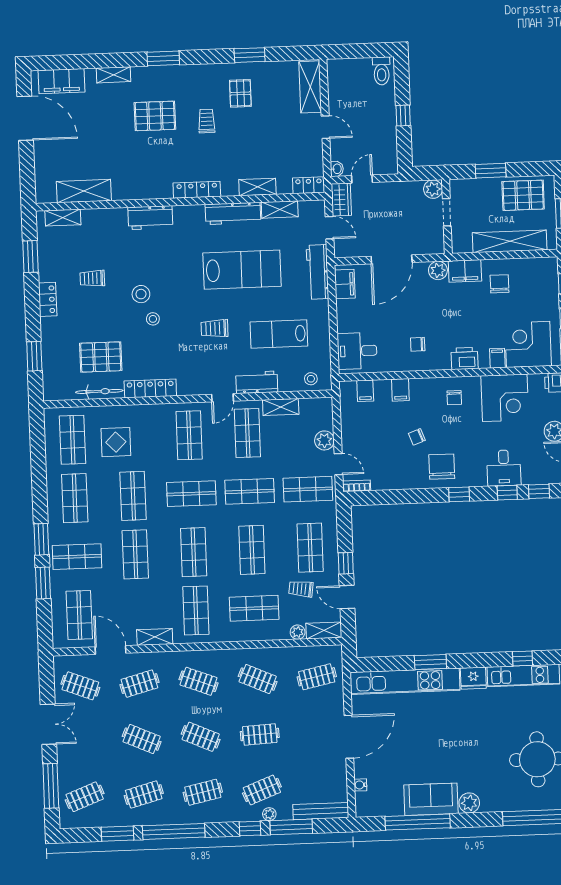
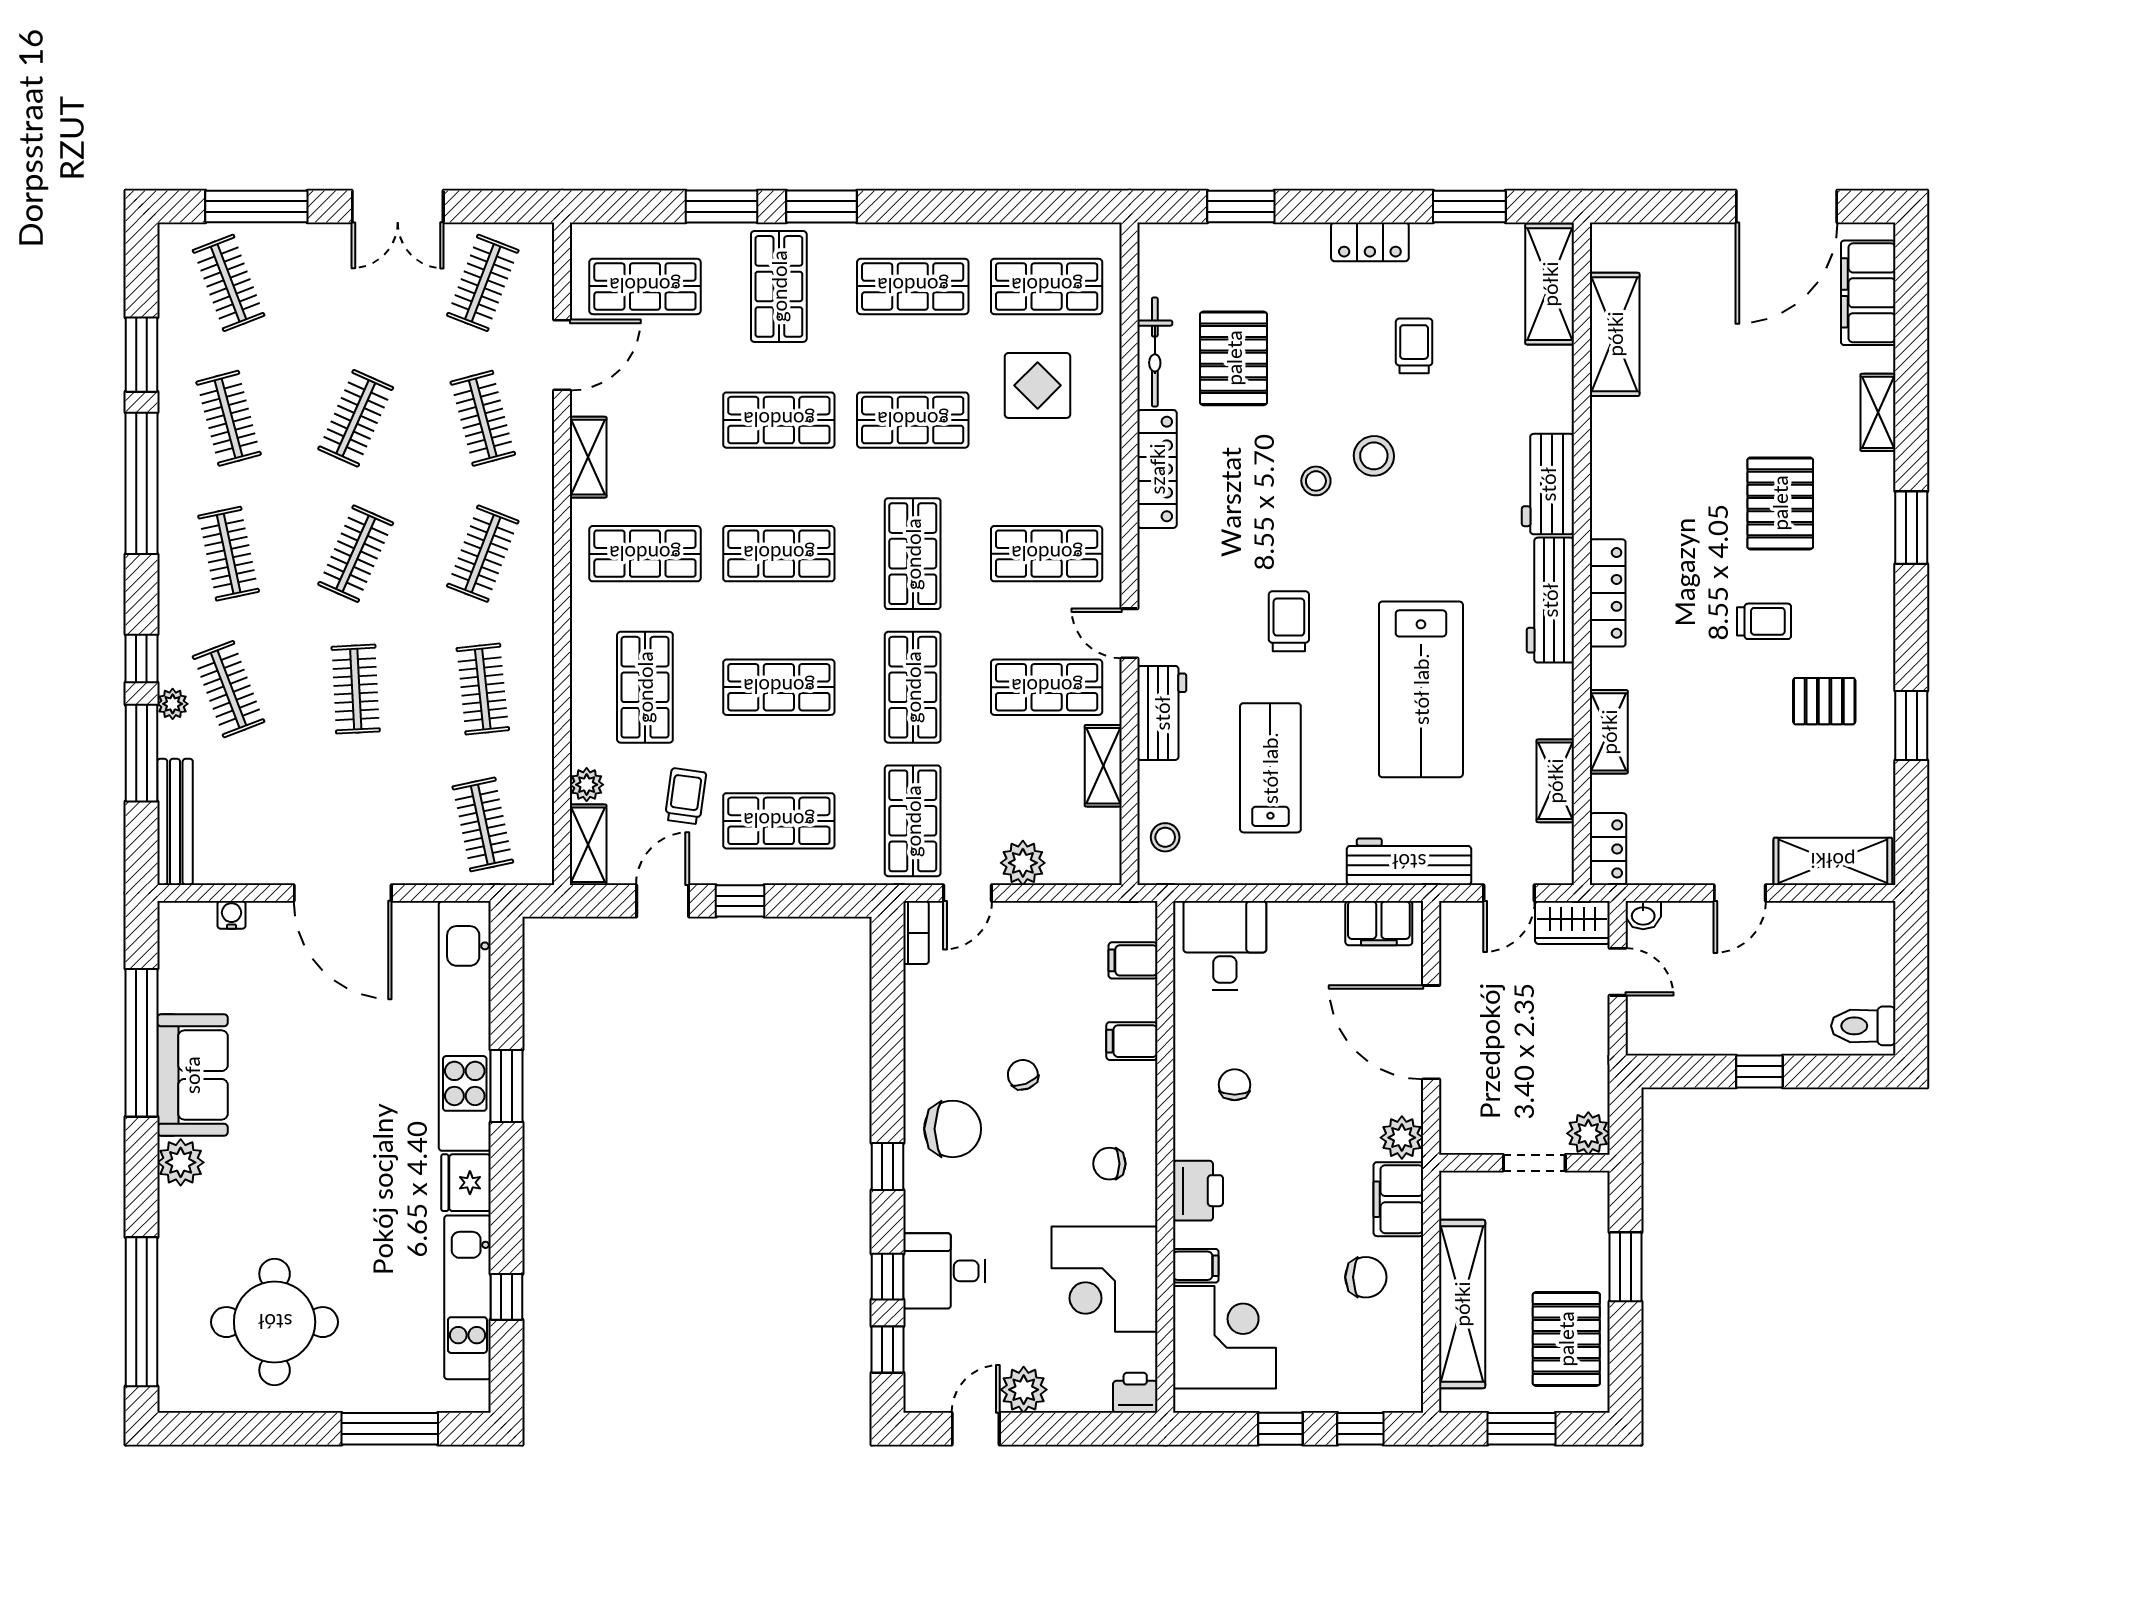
workbench: (233, 213) -> (1550, 600), moved
shelving: (63, 218) -> (1550, 284), width x1.50, depth x1.33
clothes rail: (258, 679) -> (483, 689), turned -30

